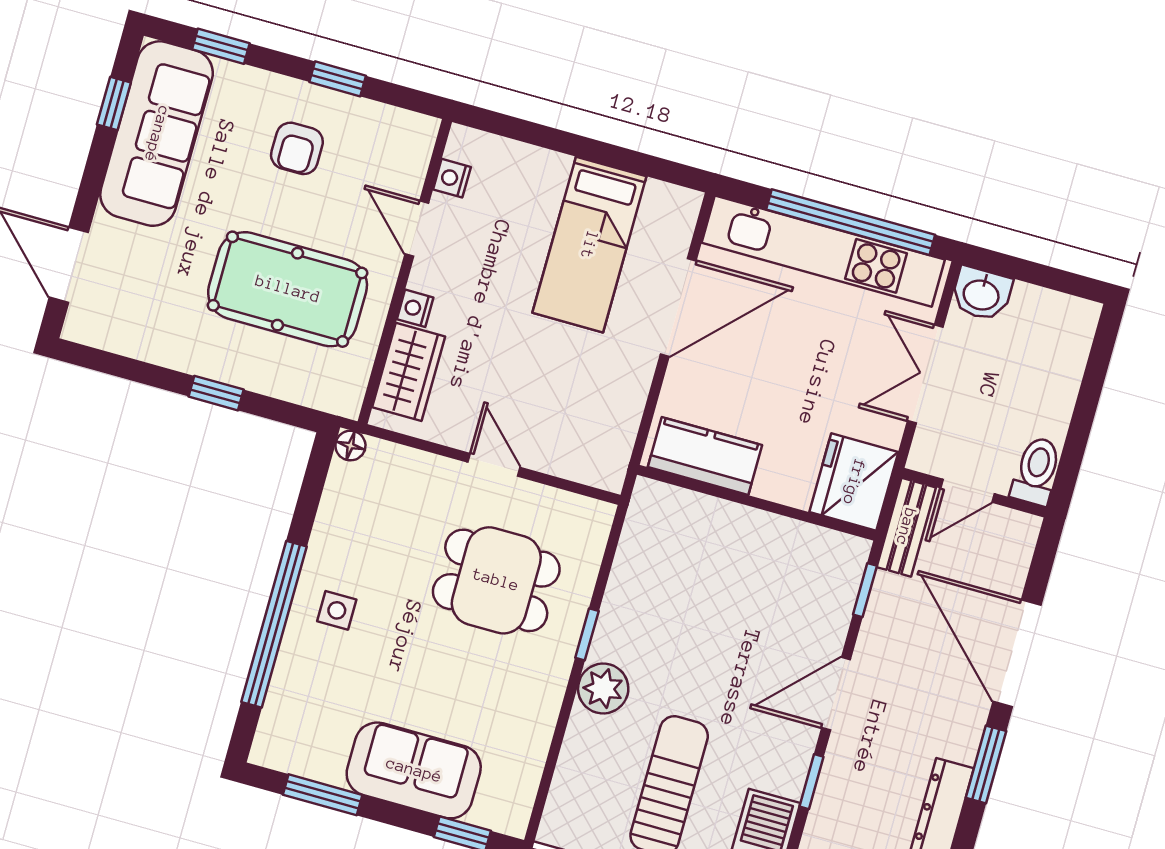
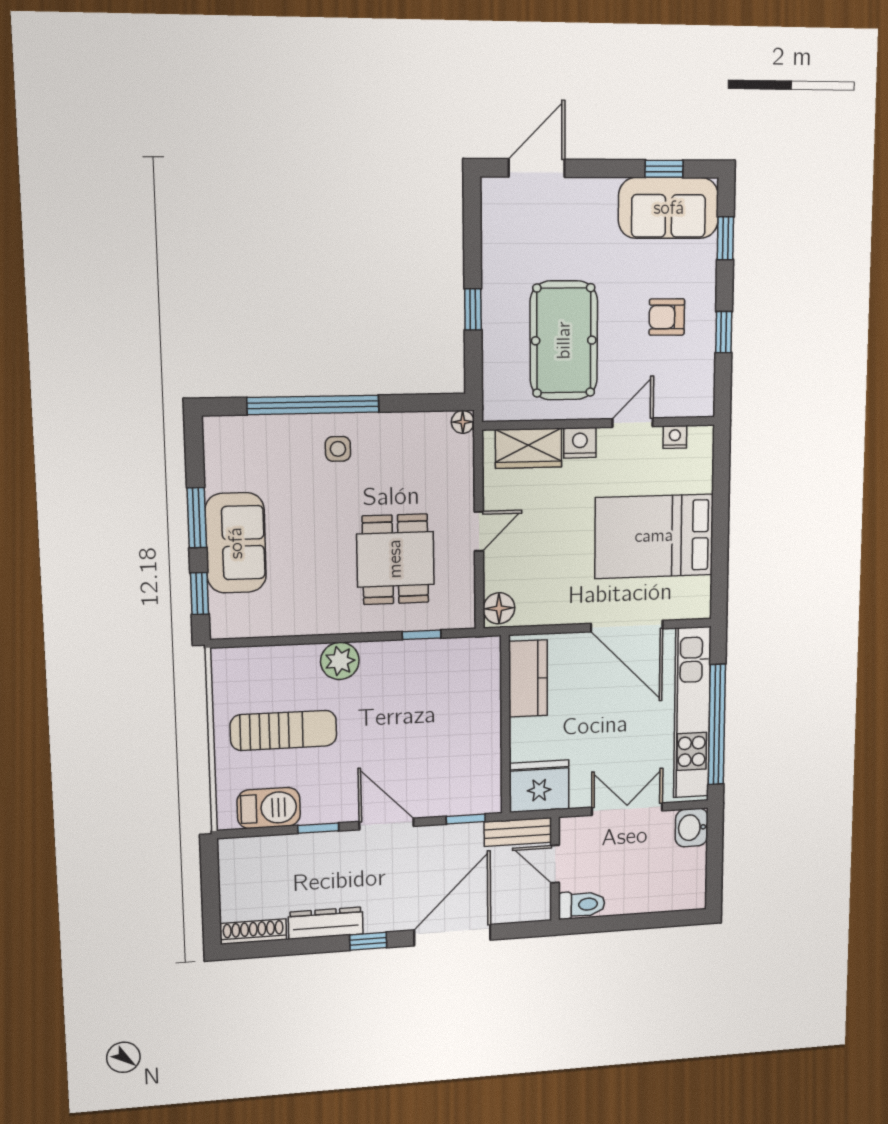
sofa: (157, 134) -> (669, 208), width x0.73
bed: (589, 245) -> (654, 536), width x1.50
nightstand: (415, 308) -> (580, 443), width x1.39, depth x1.35
floor lamp: (601, 468) -> (499, 608), added
window: (587, 634) -> (422, 635), moved
window: (986, 764) -> (368, 941), width x0.67
window: (323, 795) -> (197, 518), moved

